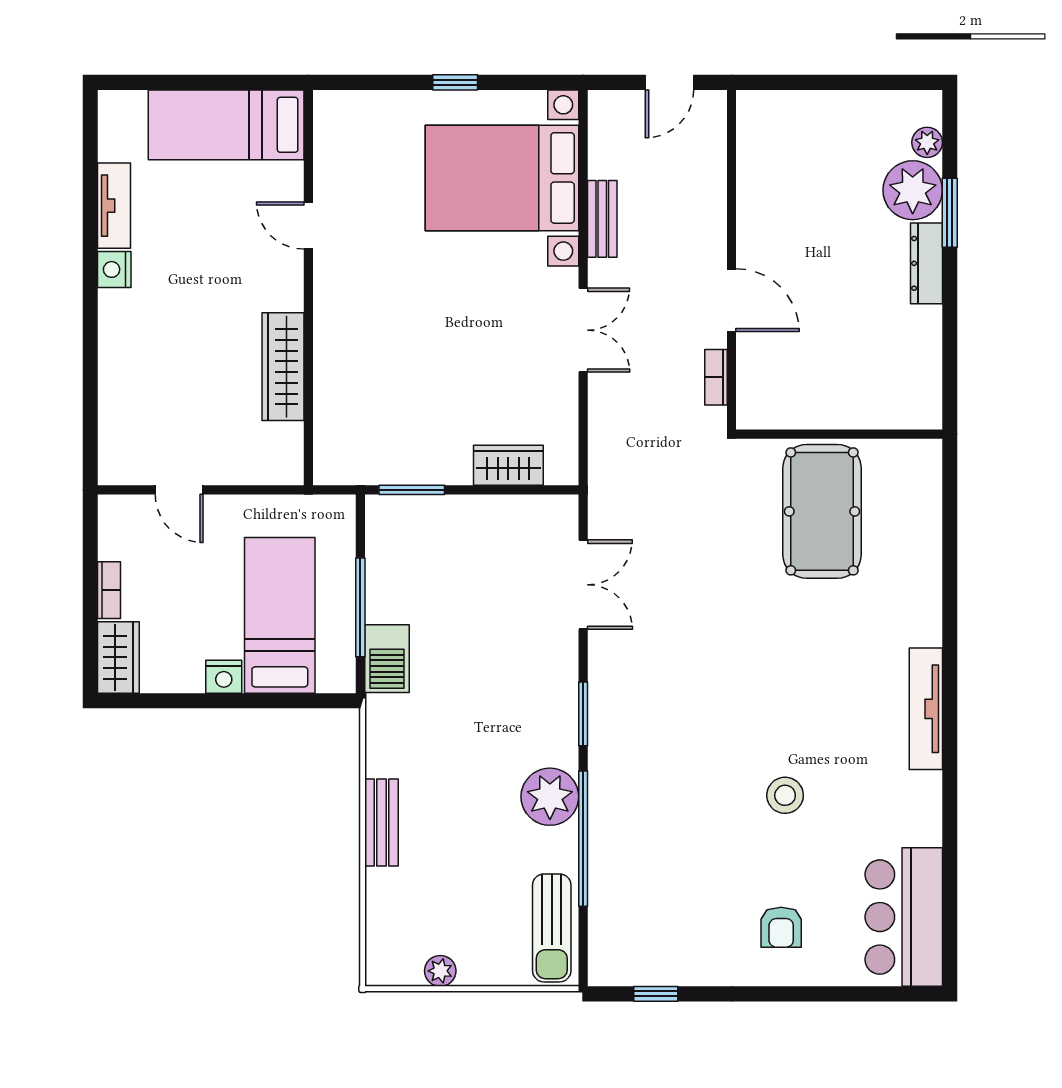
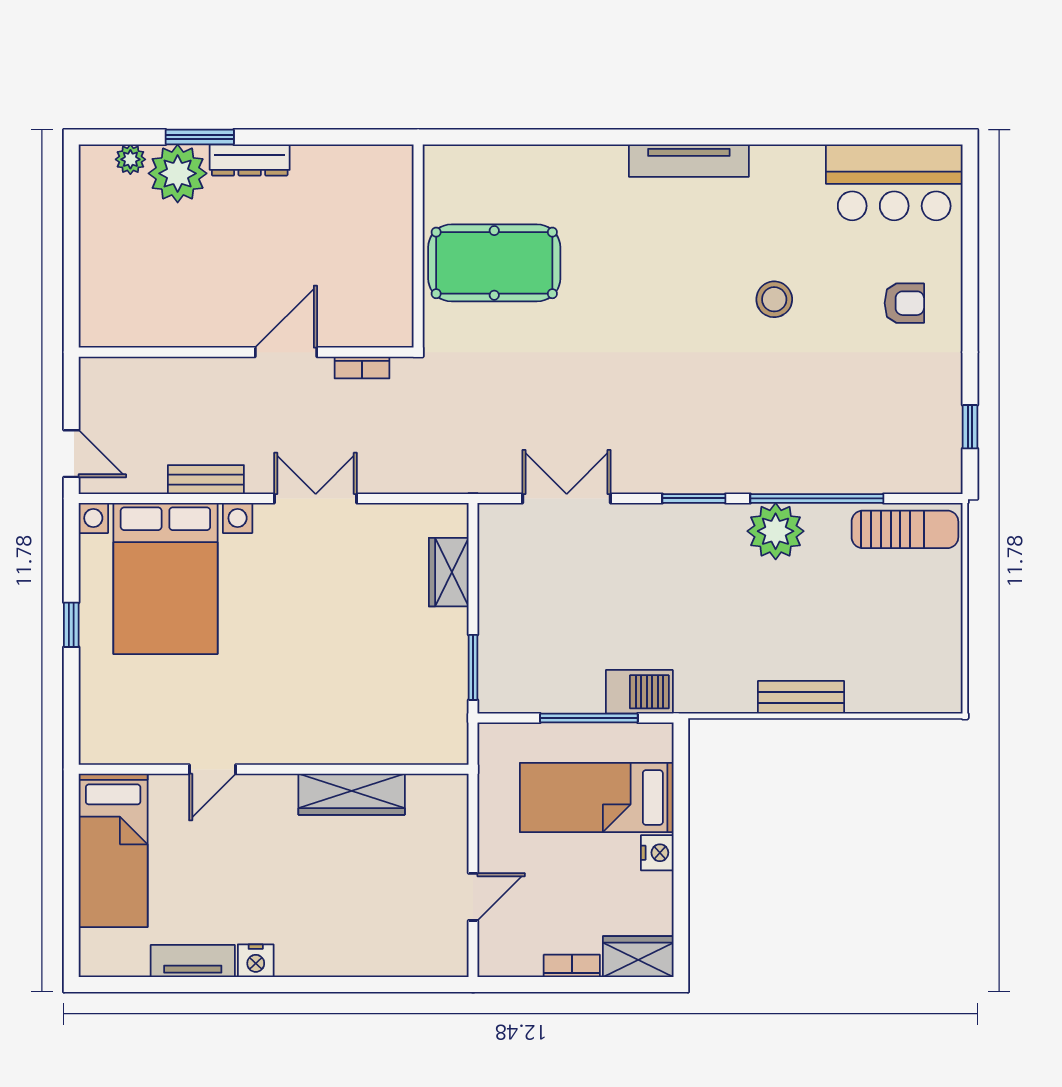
door: (669, 82) -> (71, 454), moved
plant: (440, 971) -> (947, 639), removed

